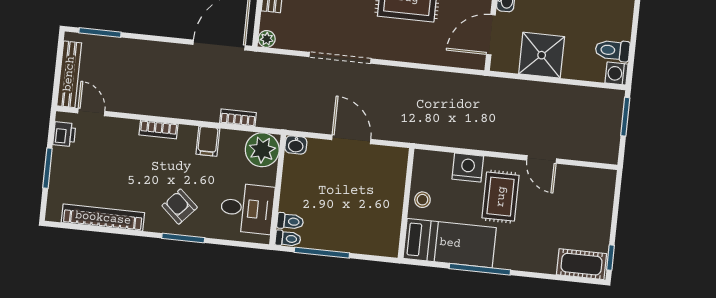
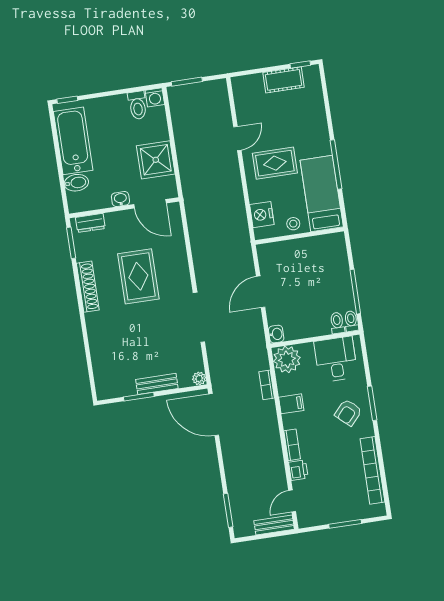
bench: (69, 74) -> (274, 525), width x0.73
printer: (64, 134) -> (298, 470), moved, turned 90
nightstand: (468, 168) -> (262, 215), moved
cot: (582, 264) -> (283, 80), moved, turned 90

